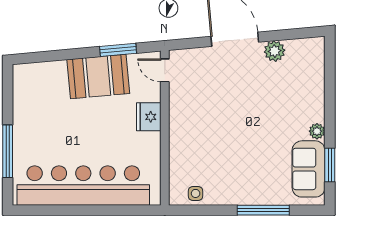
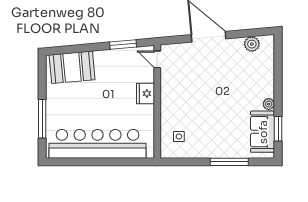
plant: (275, 51) -> (252, 44), moved
booth: (98, 76) -> (72, 67), moved
side table: (196, 193) -> (179, 136), moved

